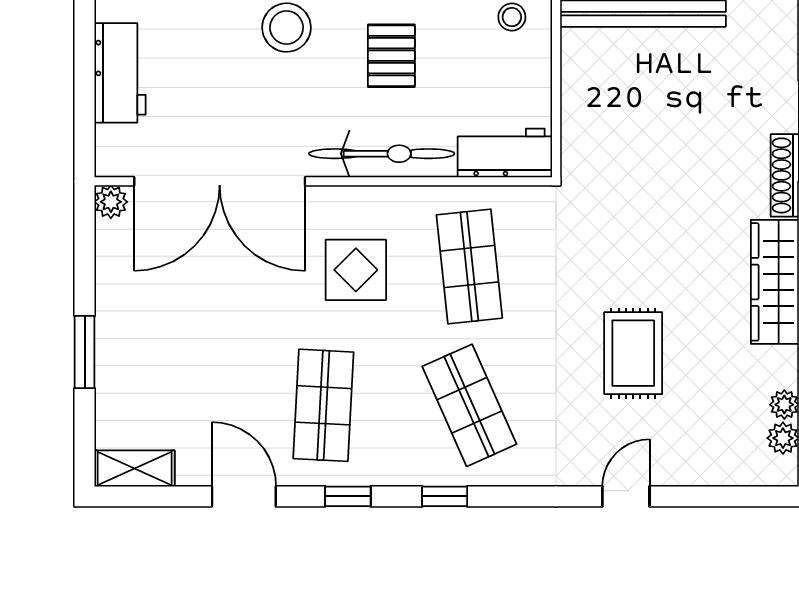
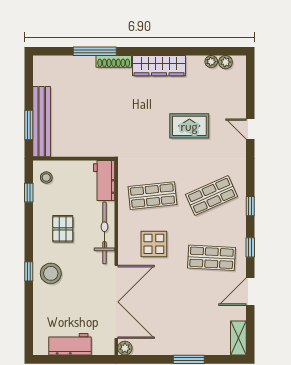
pallet: (391, 56) -> (63, 229), turned 90

